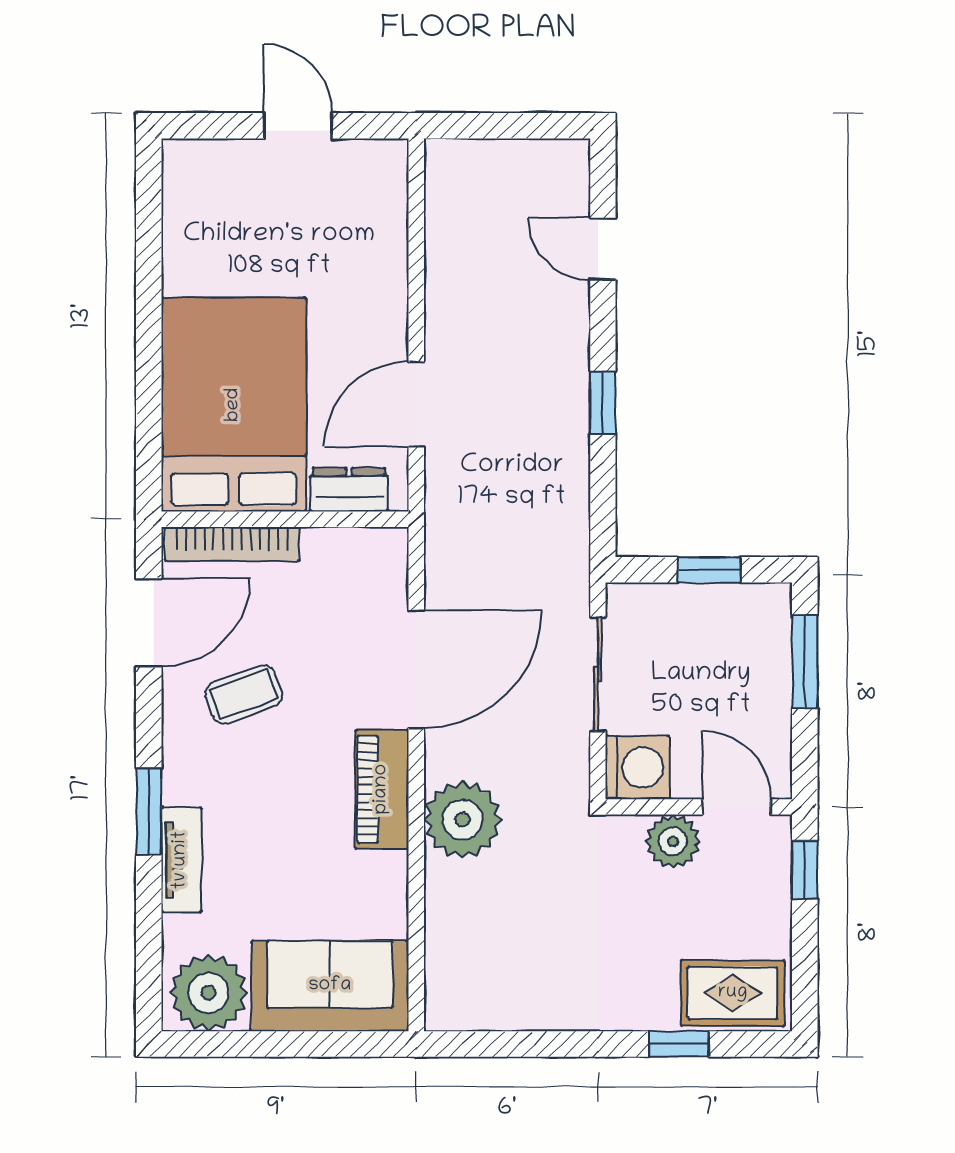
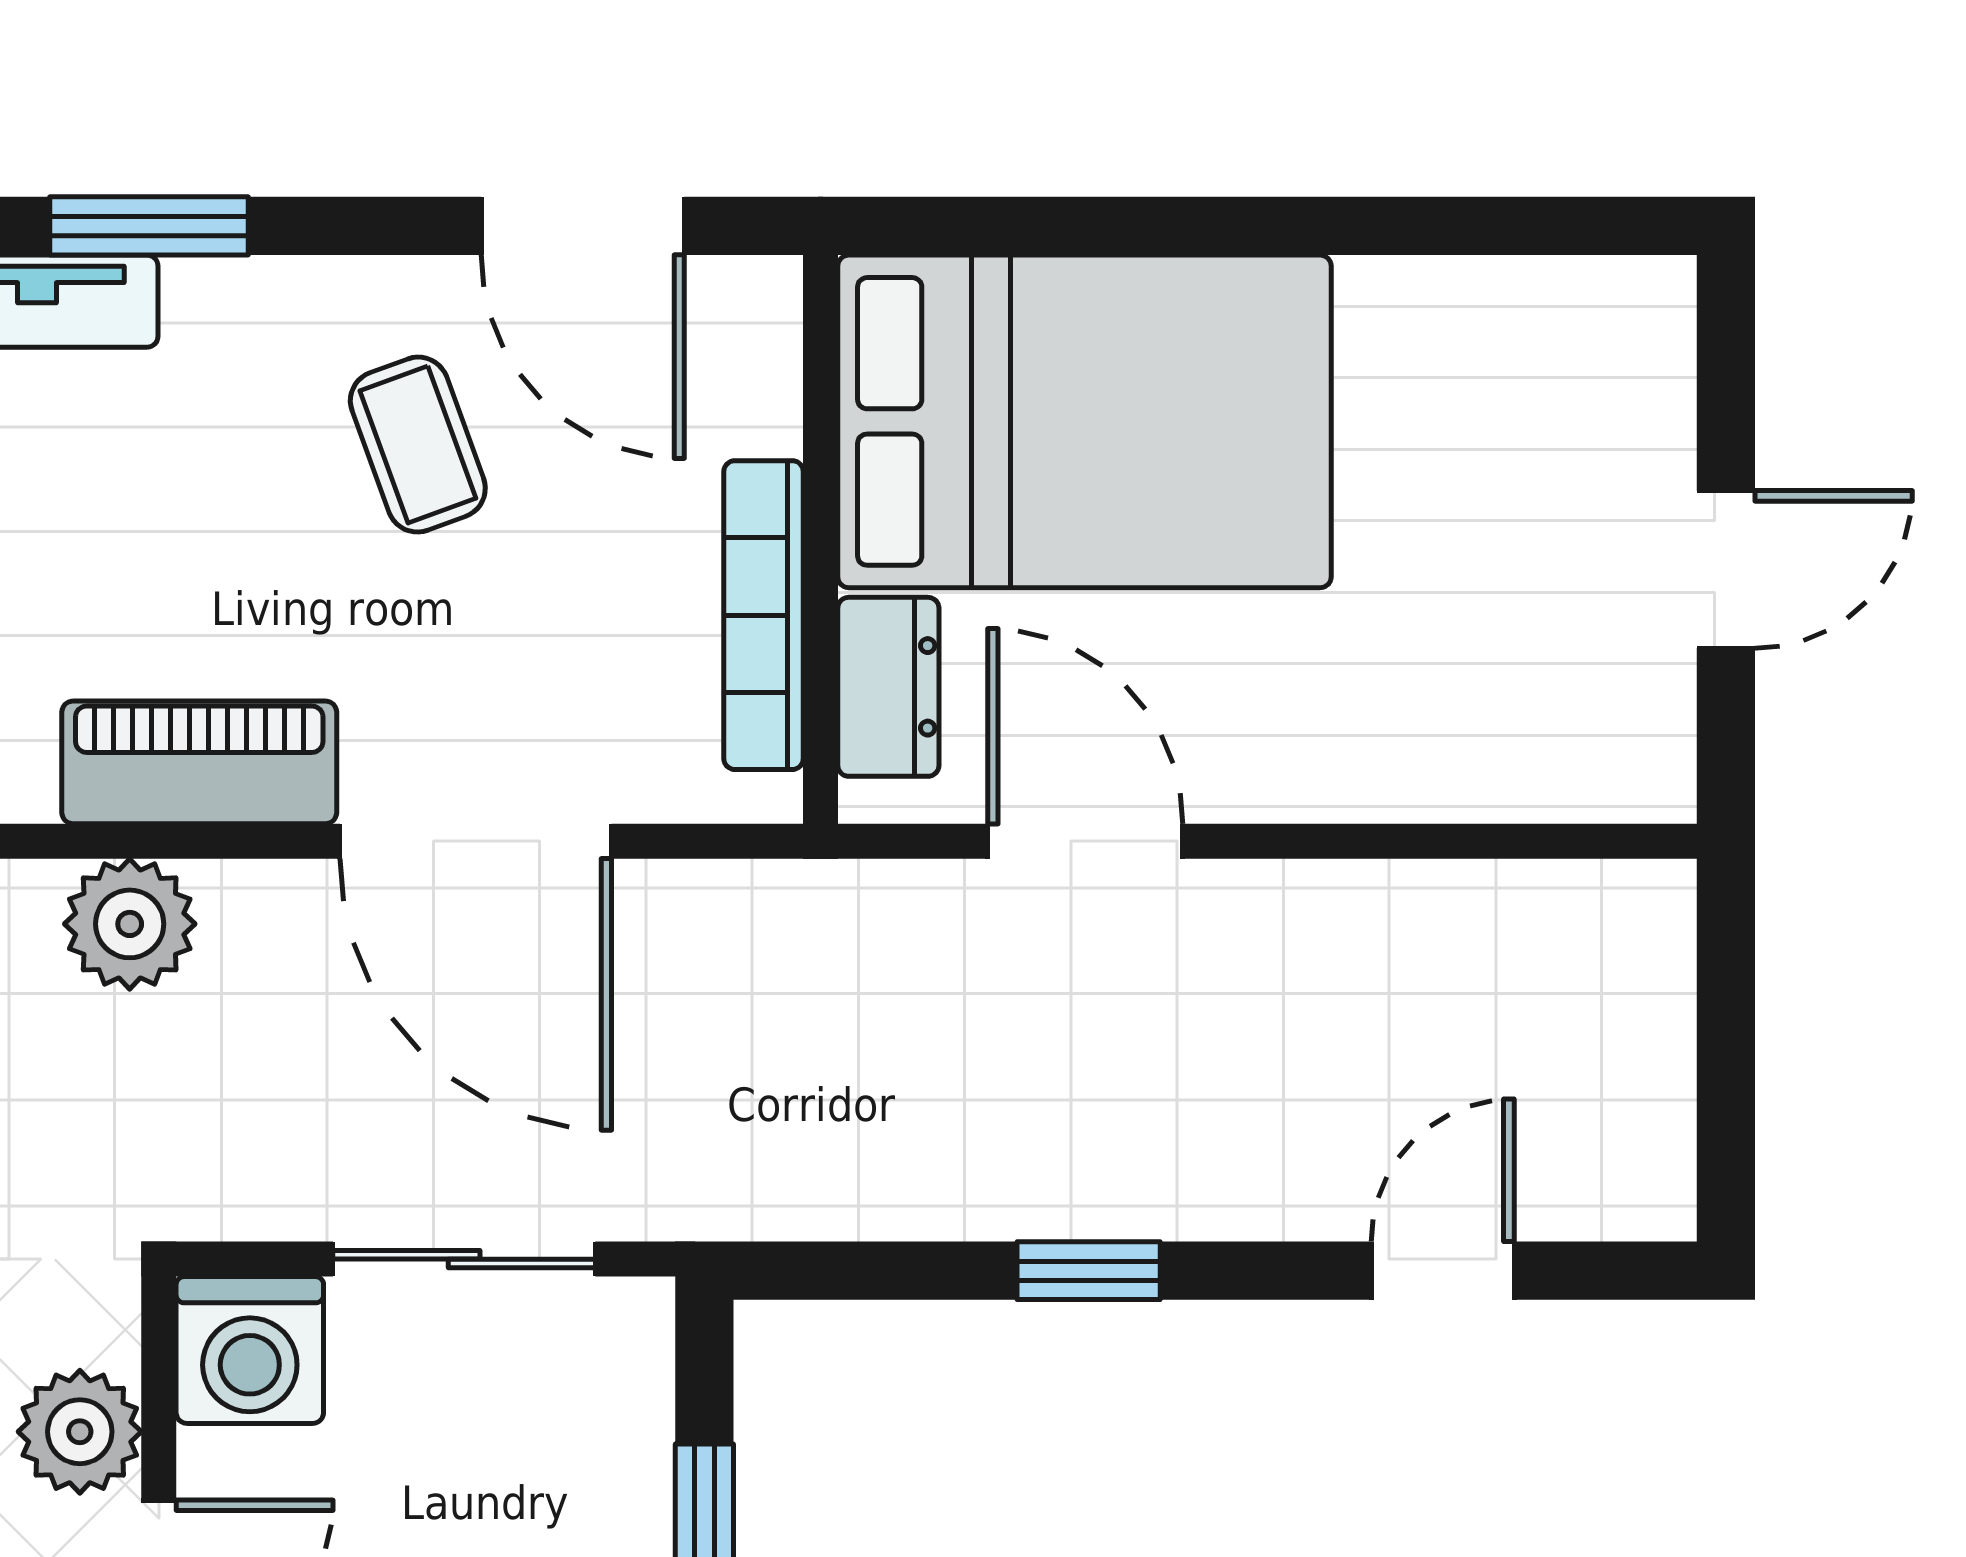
bookcase: (232, 544) -> (764, 615), moved
plant: (462, 820) -> (130, 924), width x0.73, depth x0.73

